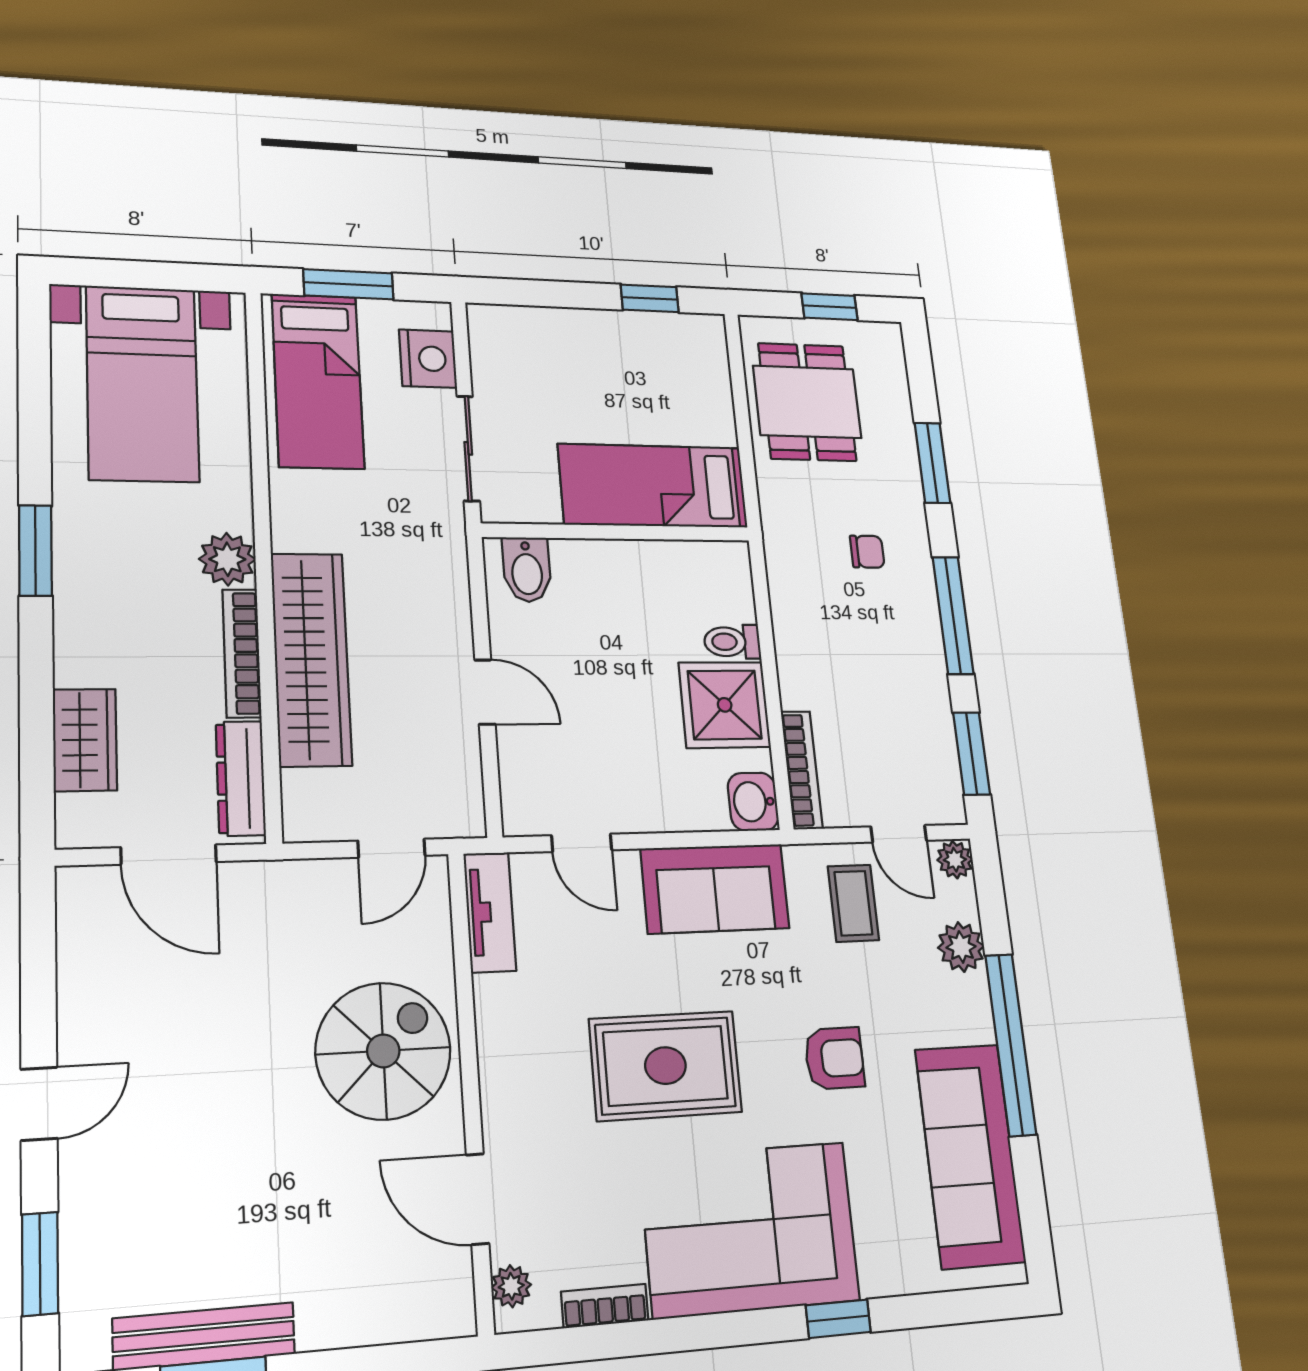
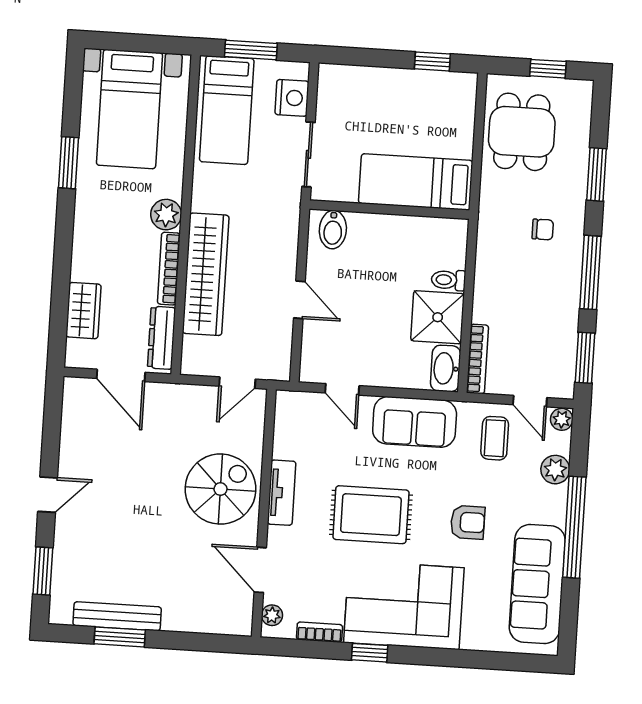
window: (35, 550) -> (69, 163), moved
washbasin: (753, 802) -> (446, 368), width x1.38
tv unit: (490, 912) -> (282, 493), moved
window: (838, 1319) -> (370, 653), moved

